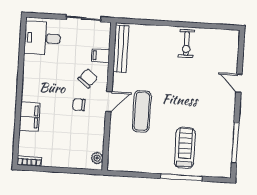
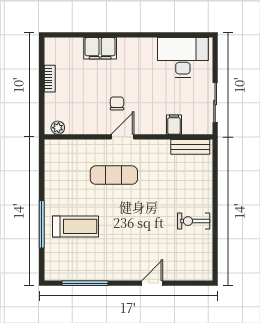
desk: (42, 38) -> (183, 57), width x1.37
bench: (121, 49) -> (190, 147), width x0.73
chair: (88, 78) -> (147, 112), removed
door: (109, 102) -> (123, 137), swing flipped
bookcase: (29, 161) -> (50, 79), moved

